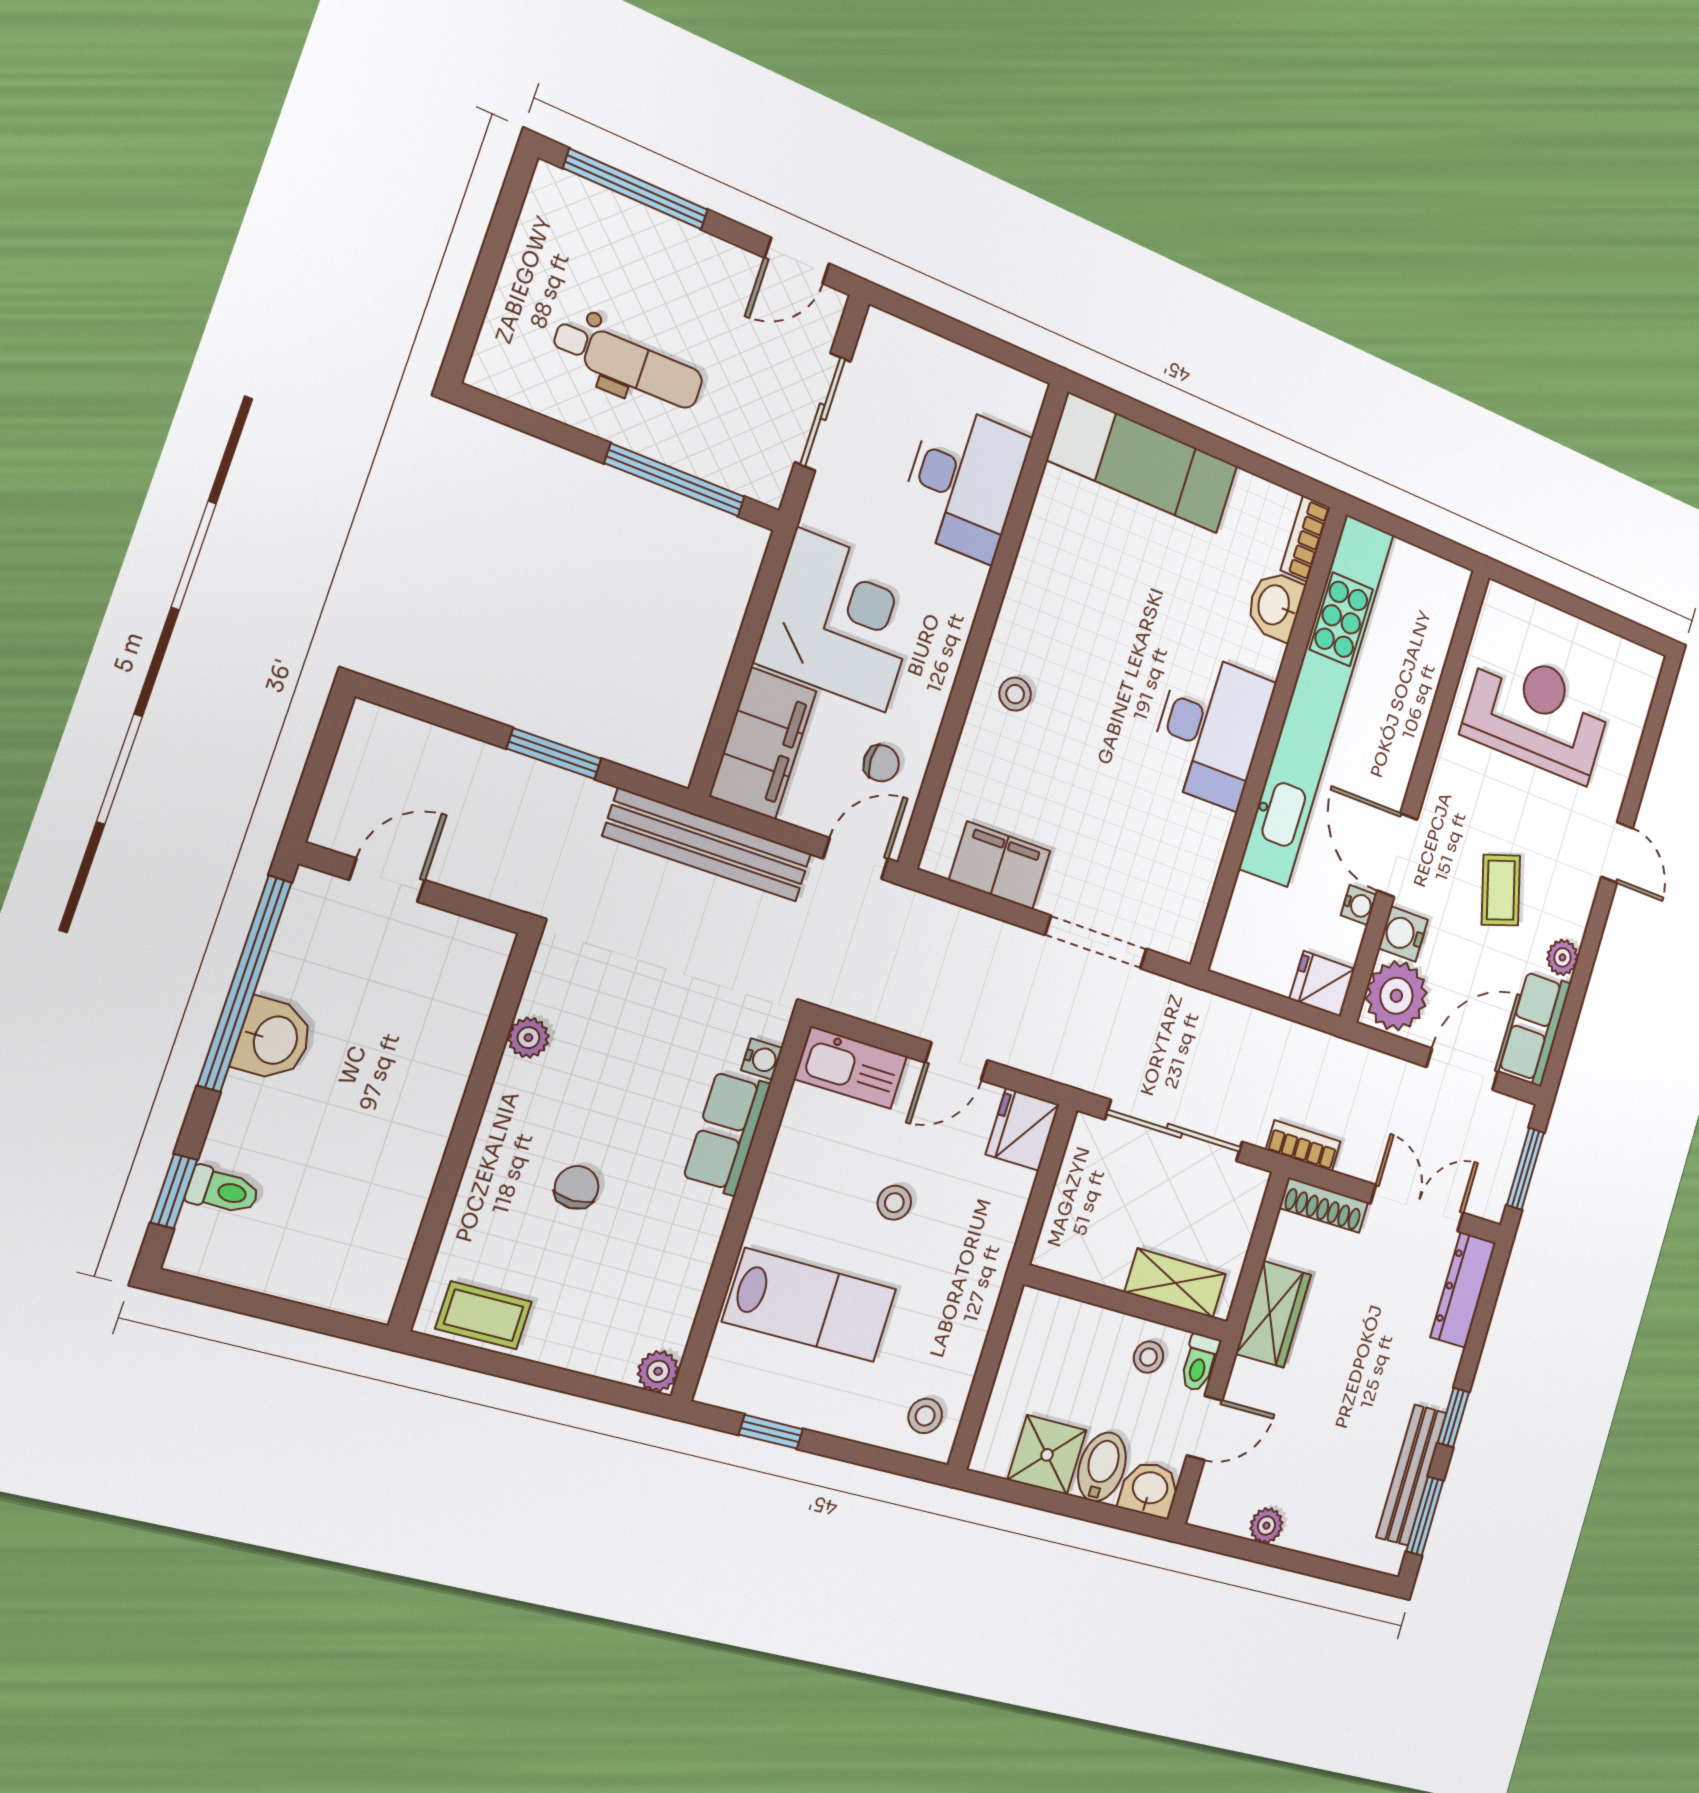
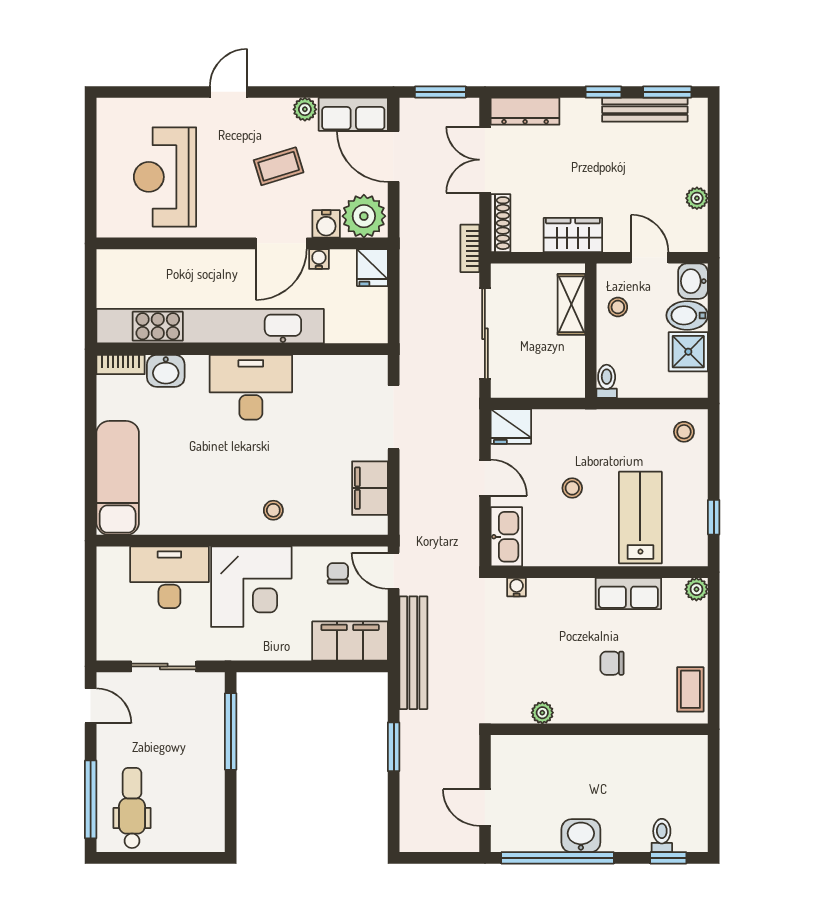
dental chair: (628, 363) -> (132, 808), moved
corner desk: (841, 620) -> (251, 587), moved, turned 180
row of seats: (727, 1132) -> (628, 593), moved
toilet: (1199, 1363) -> (607, 381), moved, turned -90

